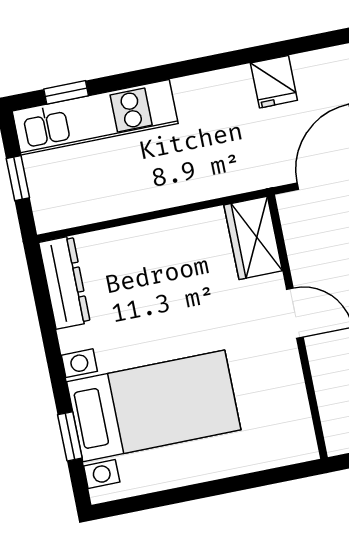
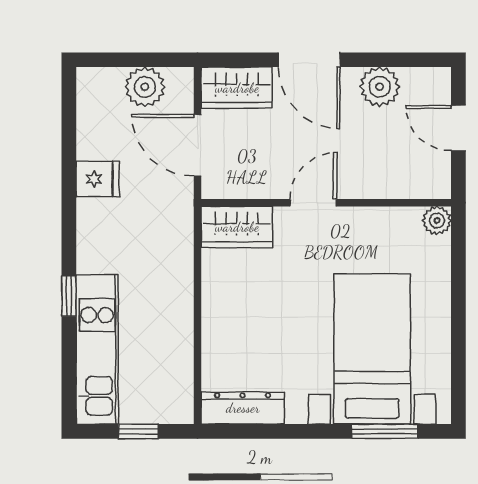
window: (66, 92) -> (69, 296), moved
window: (70, 436) -> (385, 431), width x1.50
plant: (302, 447) -> (437, 220), added

